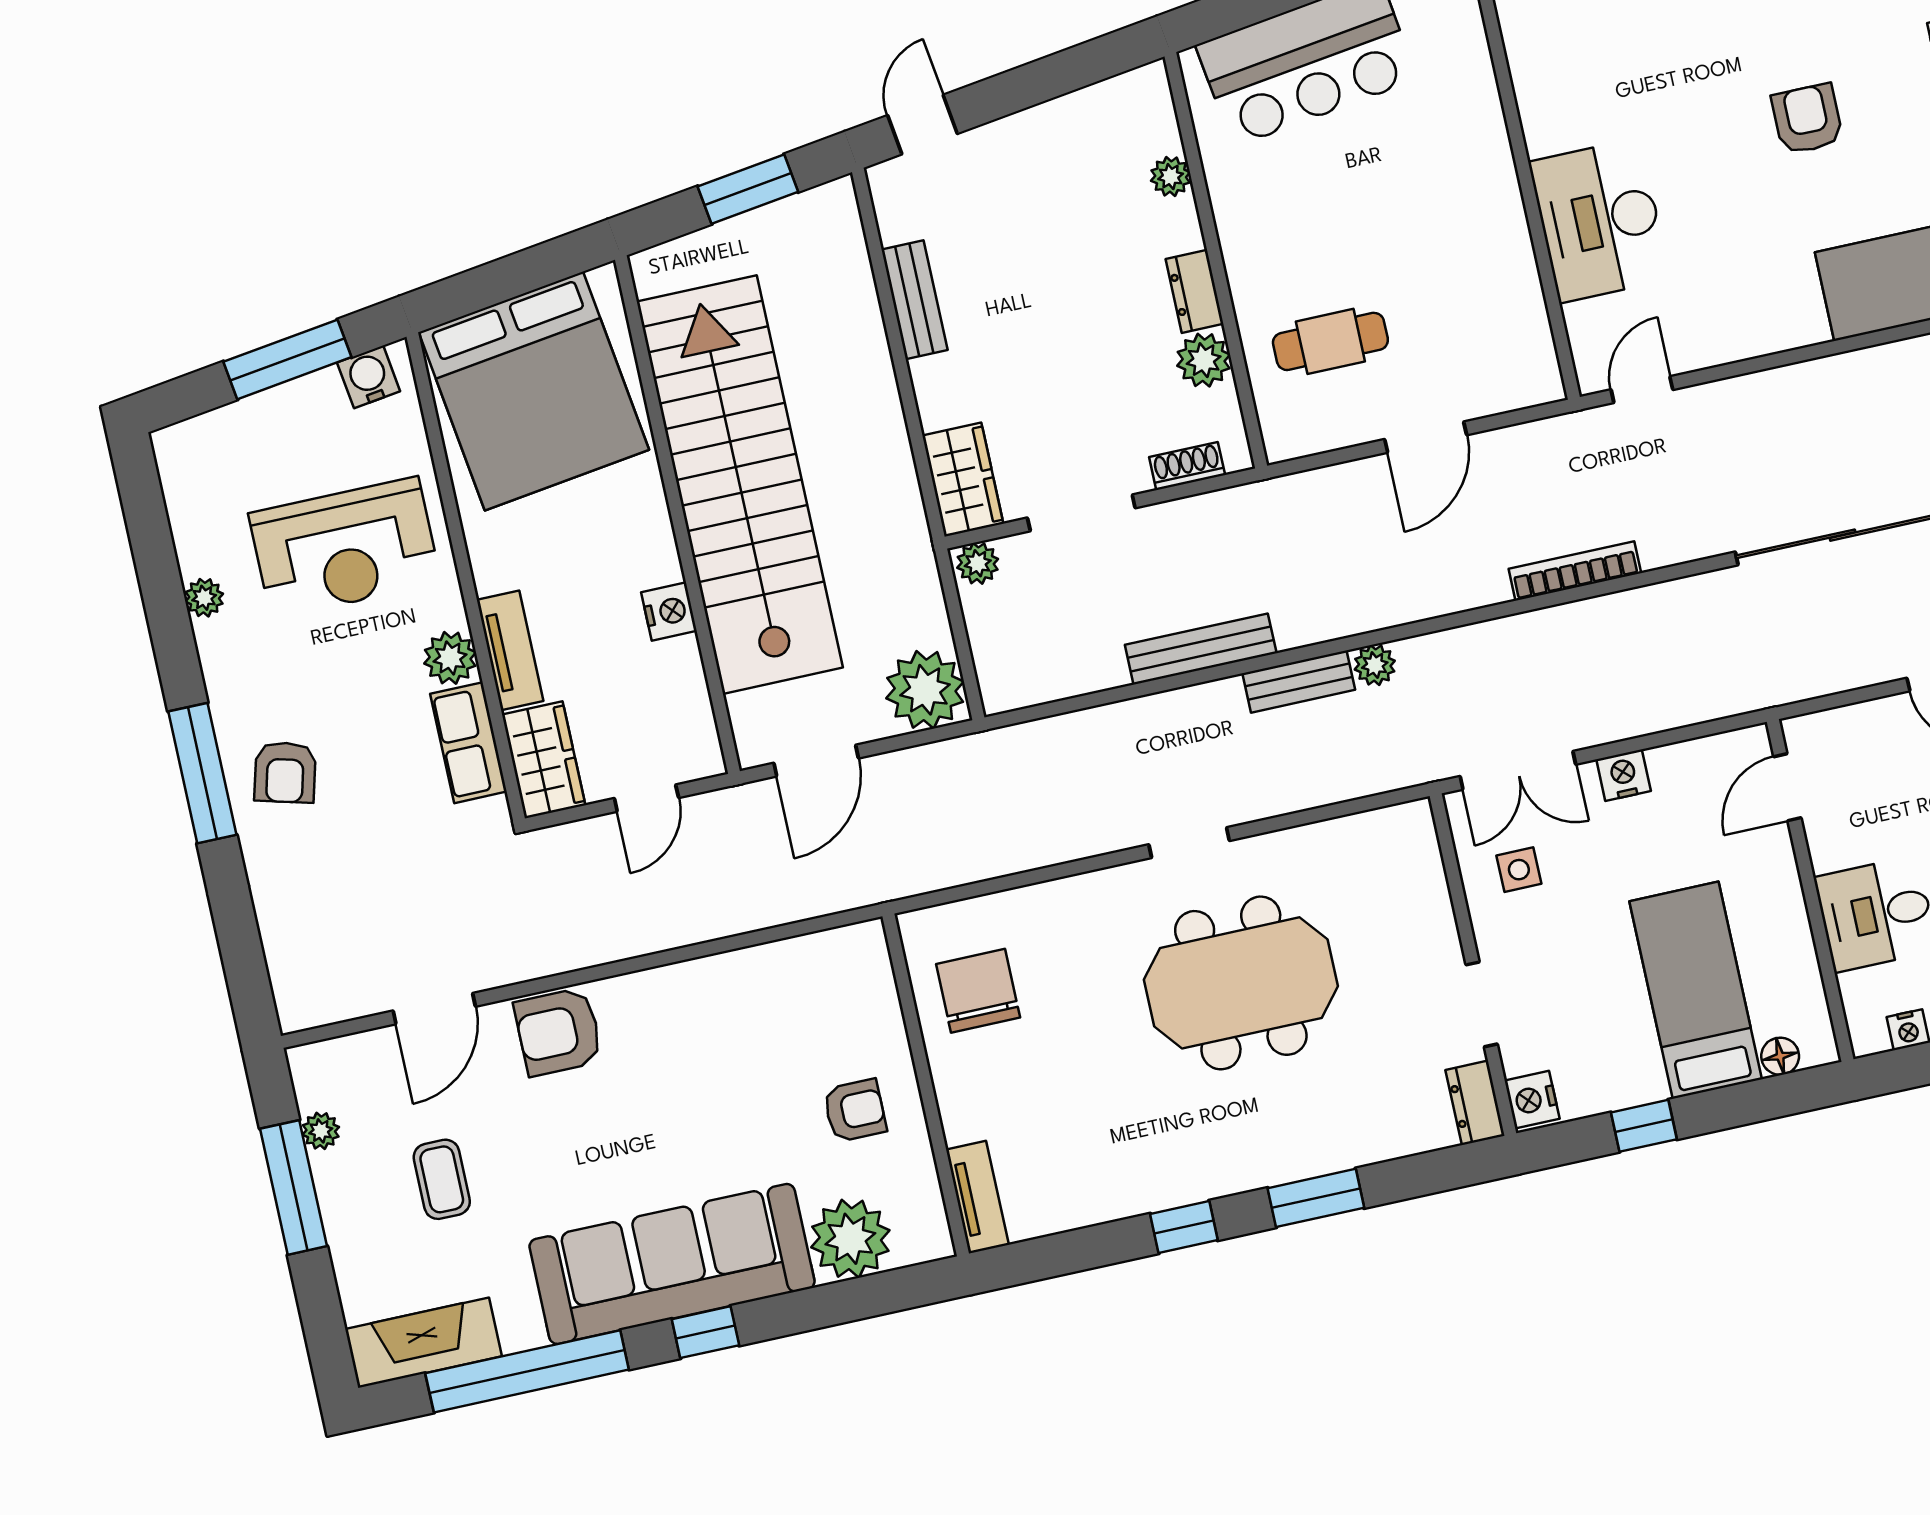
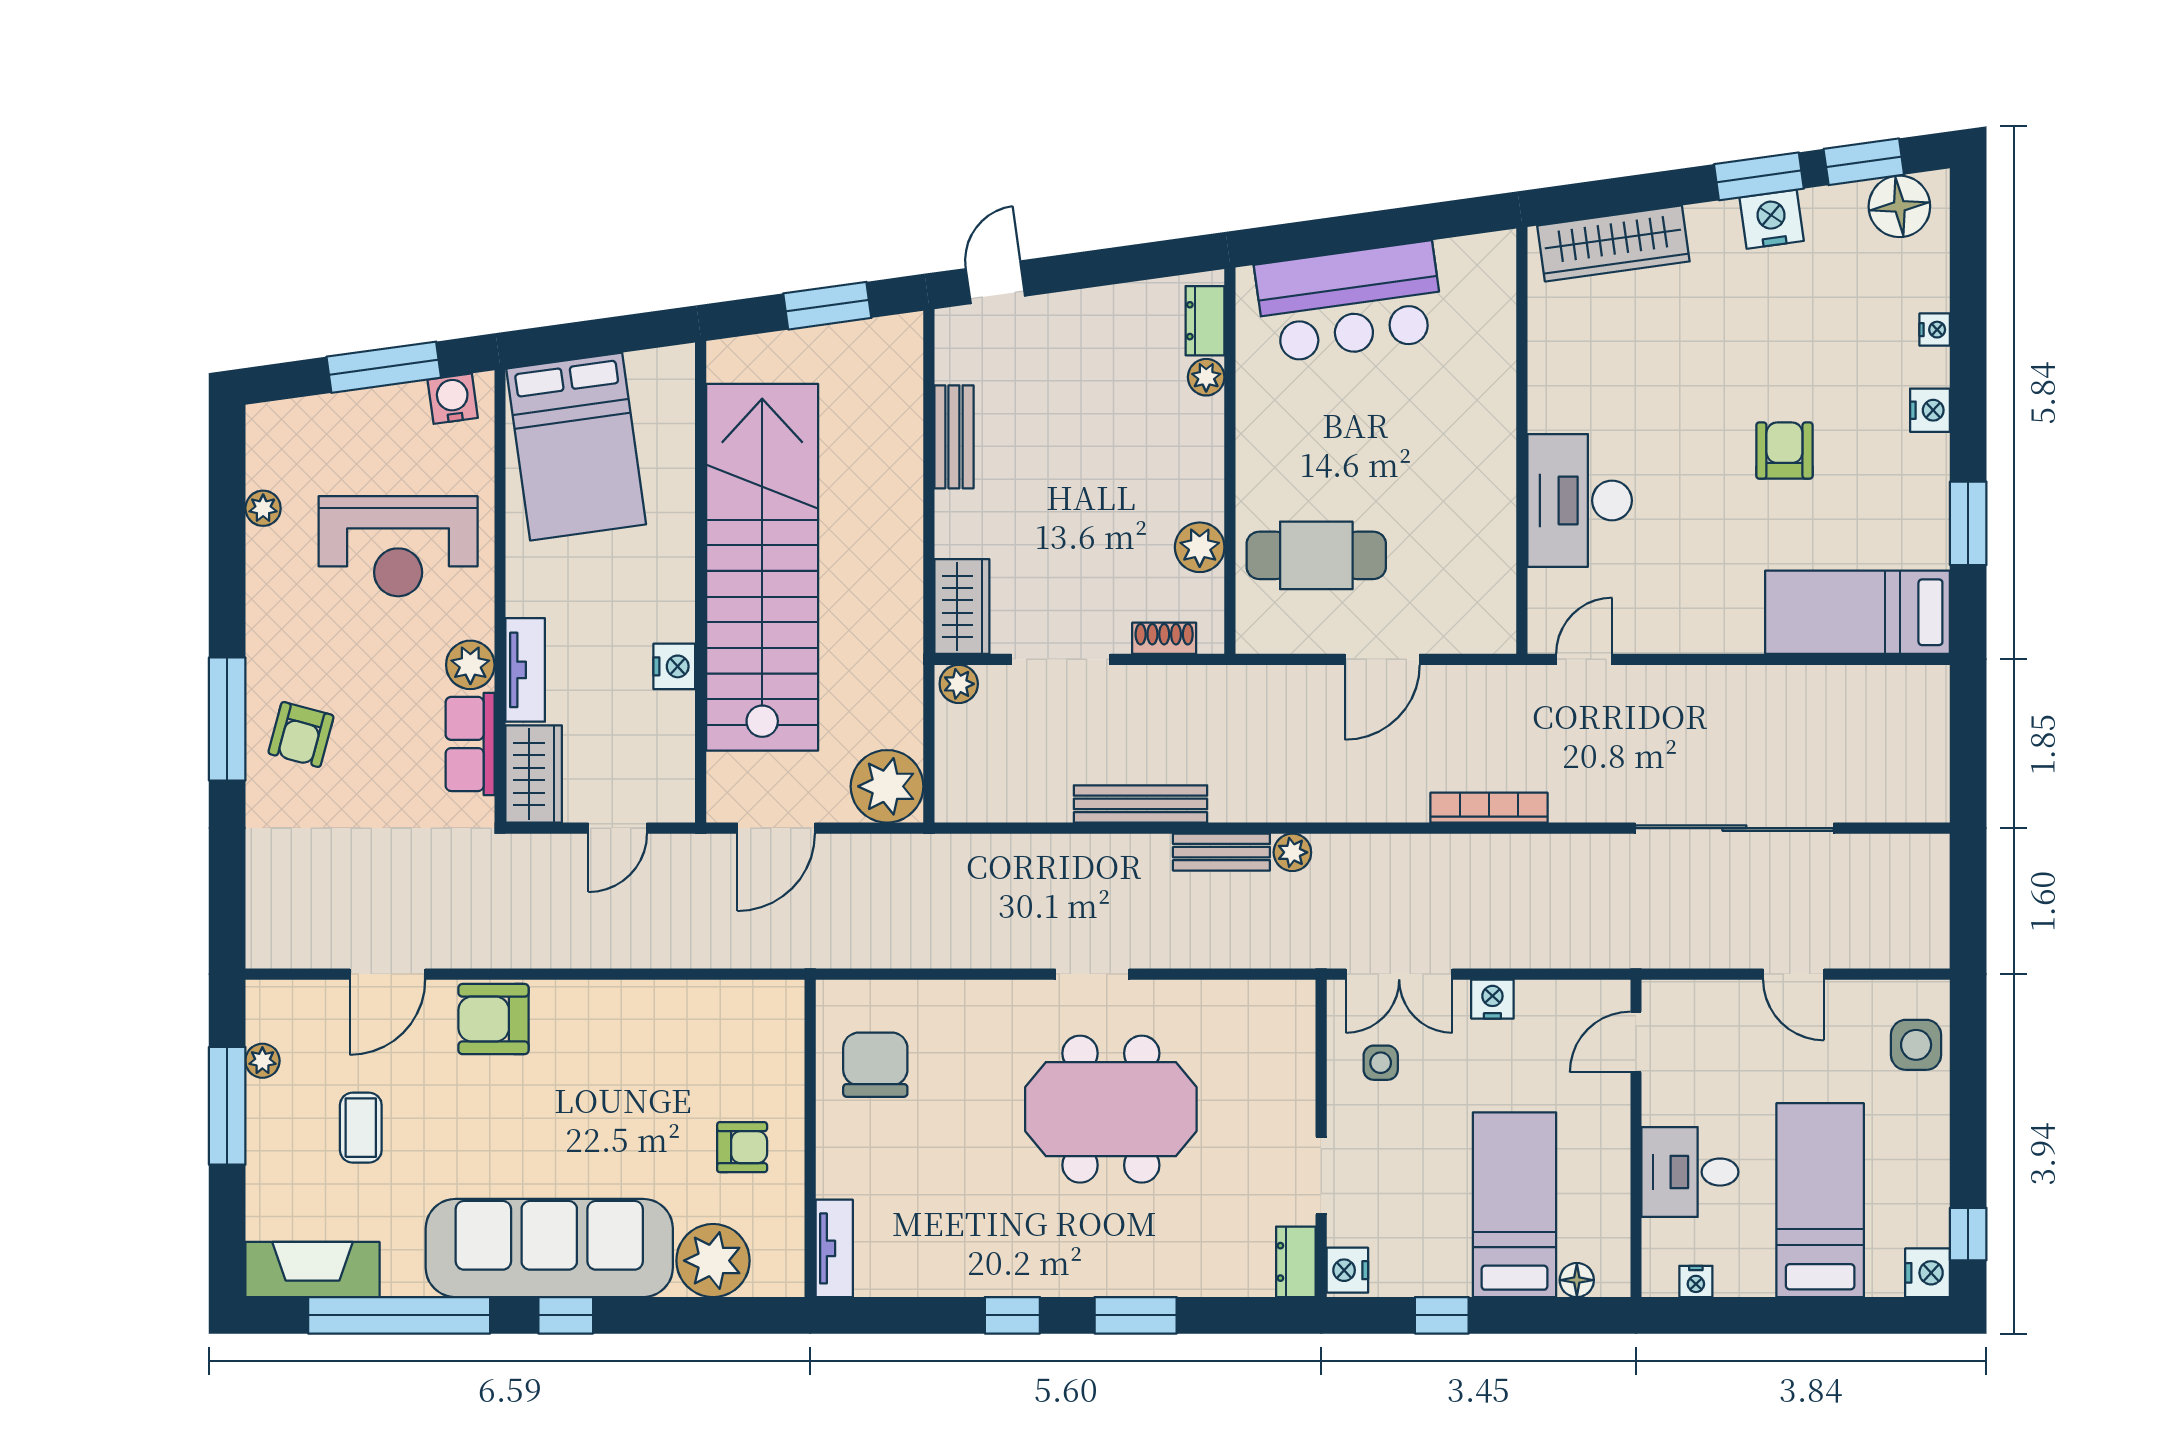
dresser: (1195, 291) -> (1205, 321), moved
cafe table: (1330, 341) -> (1316, 555), width x1.37, depth x1.35
bed: (534, 391) -> (576, 447), width x0.73
plant: (204, 598) -> (263, 508), moved

